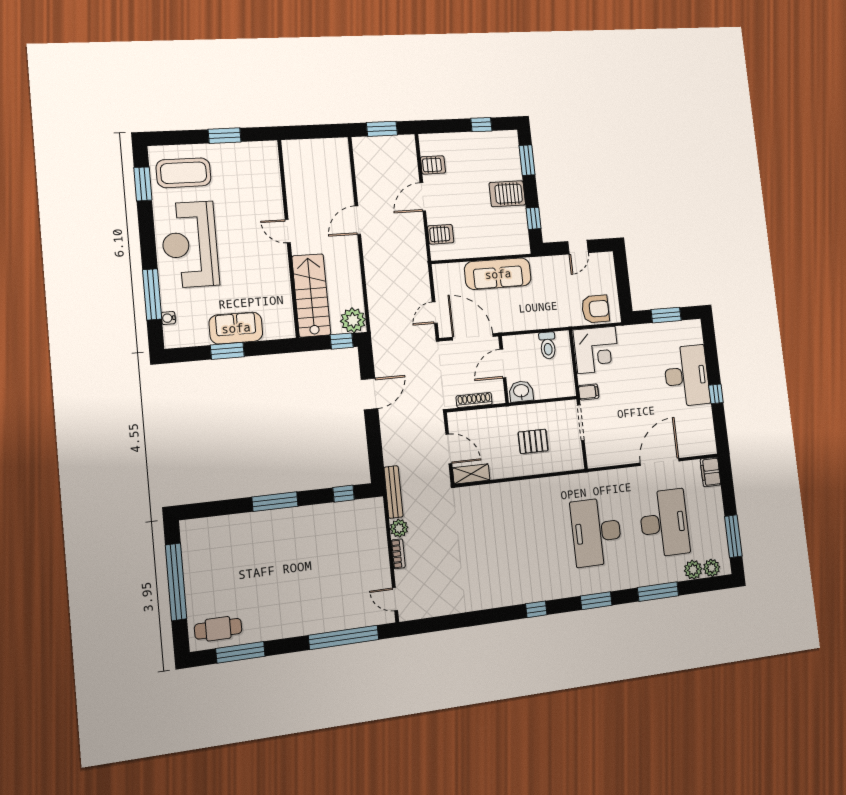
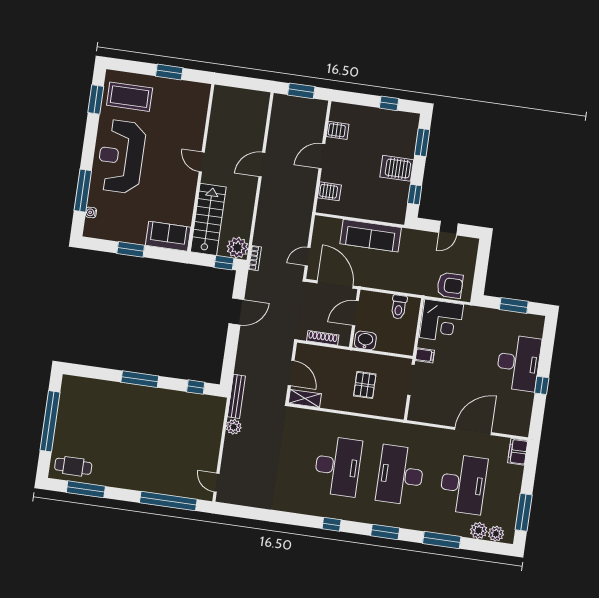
sofa: (236, 328) -> (168, 236), moved
pallet: (533, 441) -> (365, 385), turned 90
desk: (527, 541) -> (338, 466), added
bookcase: (398, 554) -> (255, 258), moved

